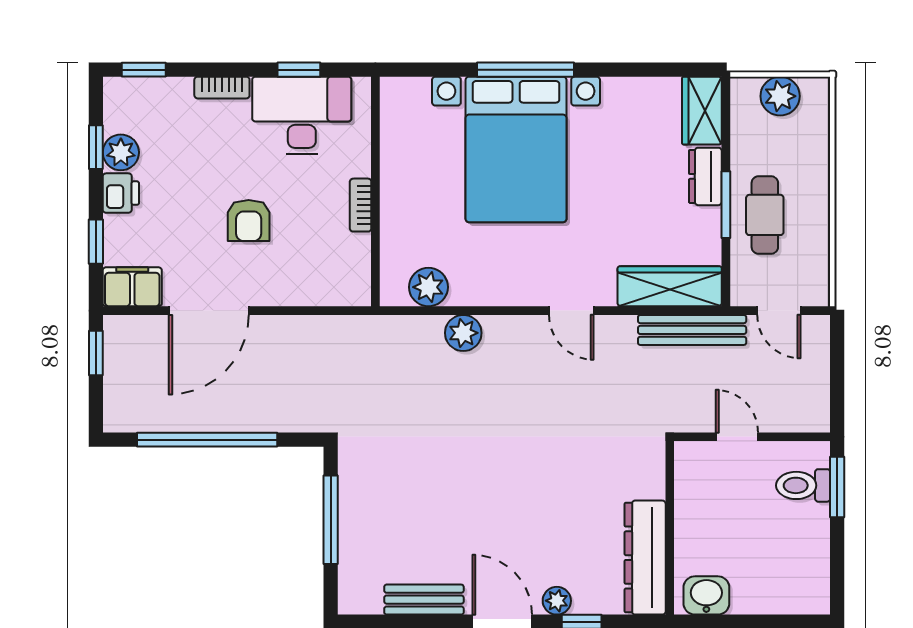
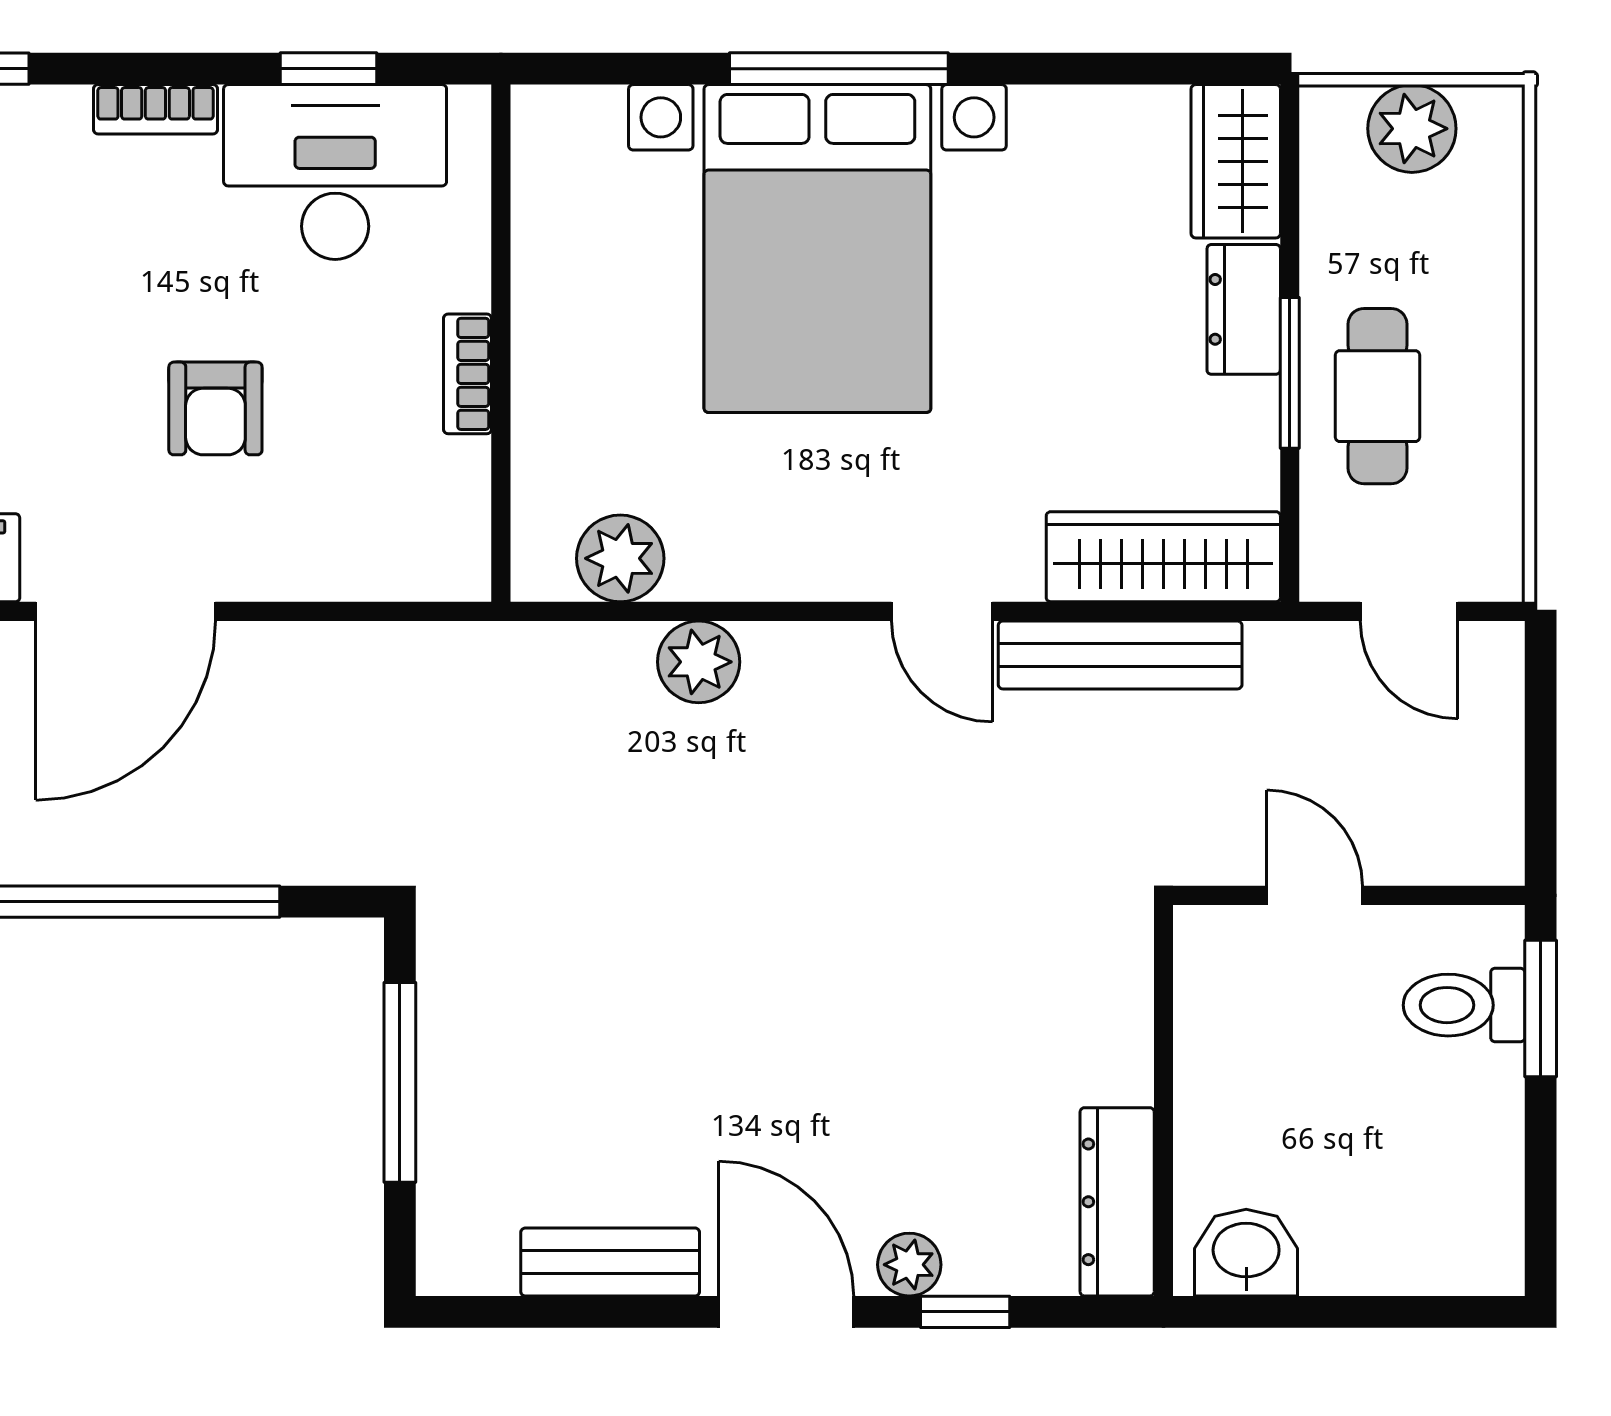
bench: (692, 330) -> (1120, 655), moved
dresser: (645, 558) -> (1117, 1202), width x0.73, depth x0.80

